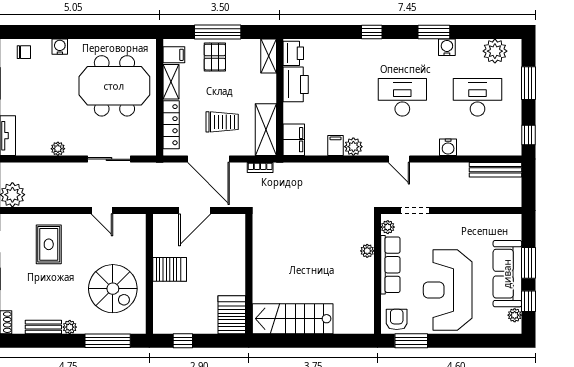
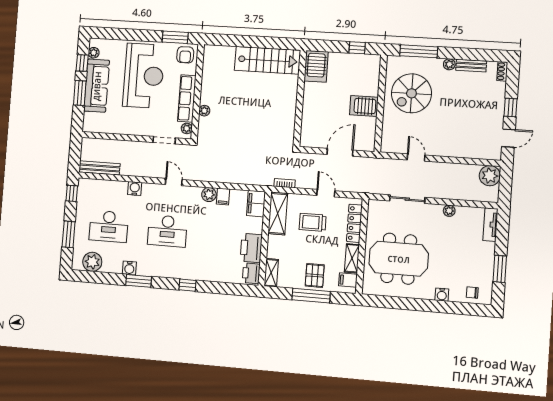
door: (209, 159) -> (326, 193), width x0.53
rug: (49, 244) -> (462, 133), removed
spiral stairs: (113, 289) -> (411, 93), turned -90

